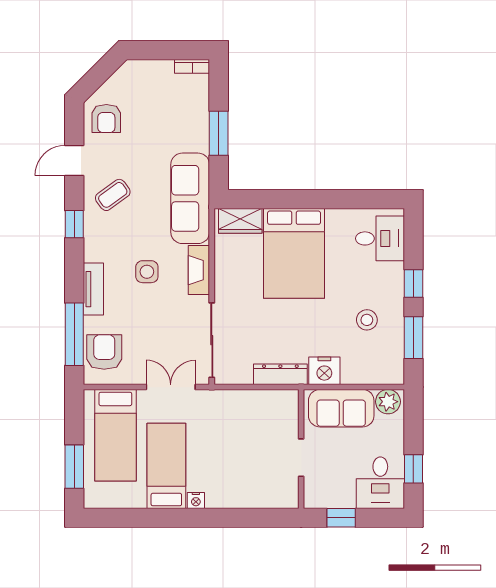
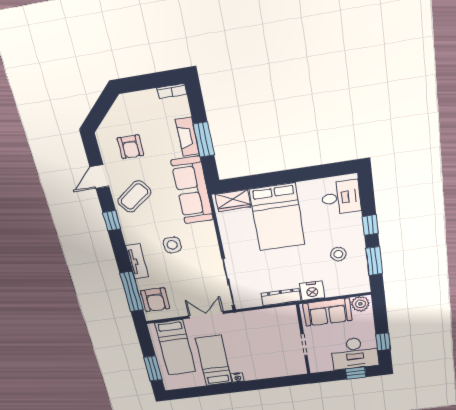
armchair: (106, 119) -> (130, 147), moved
coffee table: (113, 195) -> (134, 197), width x1.36, depth x1.30
fireplace: (199, 270) -> (187, 137), moved
armchair: (104, 352) -> (155, 300), turned 180
desk: (380, 483) -> (355, 353), width x1.37
window: (341, 518) -> (356, 373), moved

